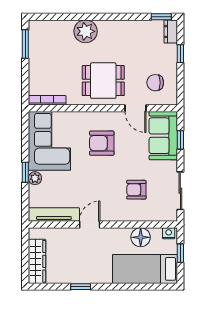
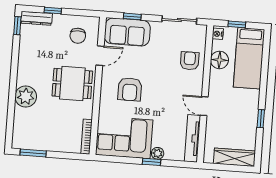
dresser: (171, 32) -> (36, 18), width x1.44
dining table: (103, 81) -> (72, 84), turned 90
armchair: (136, 190) -> (190, 61), moved, turned 180

